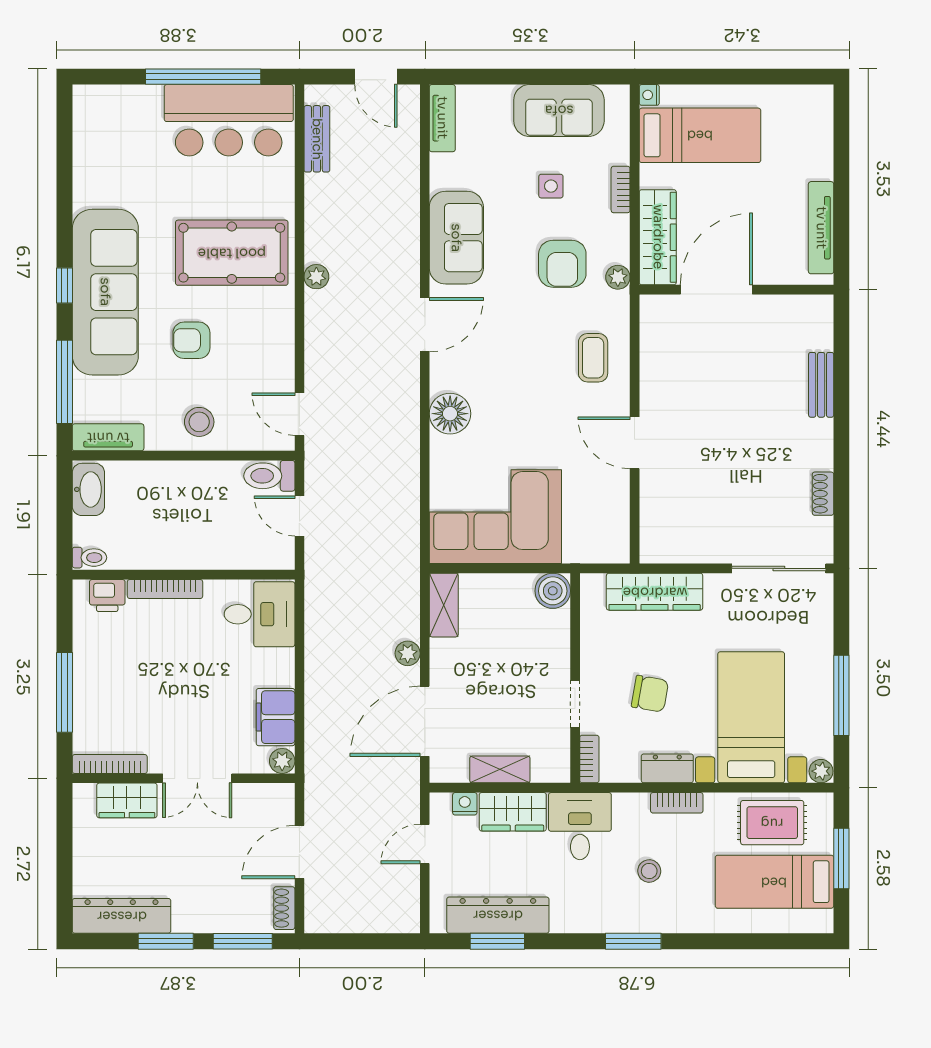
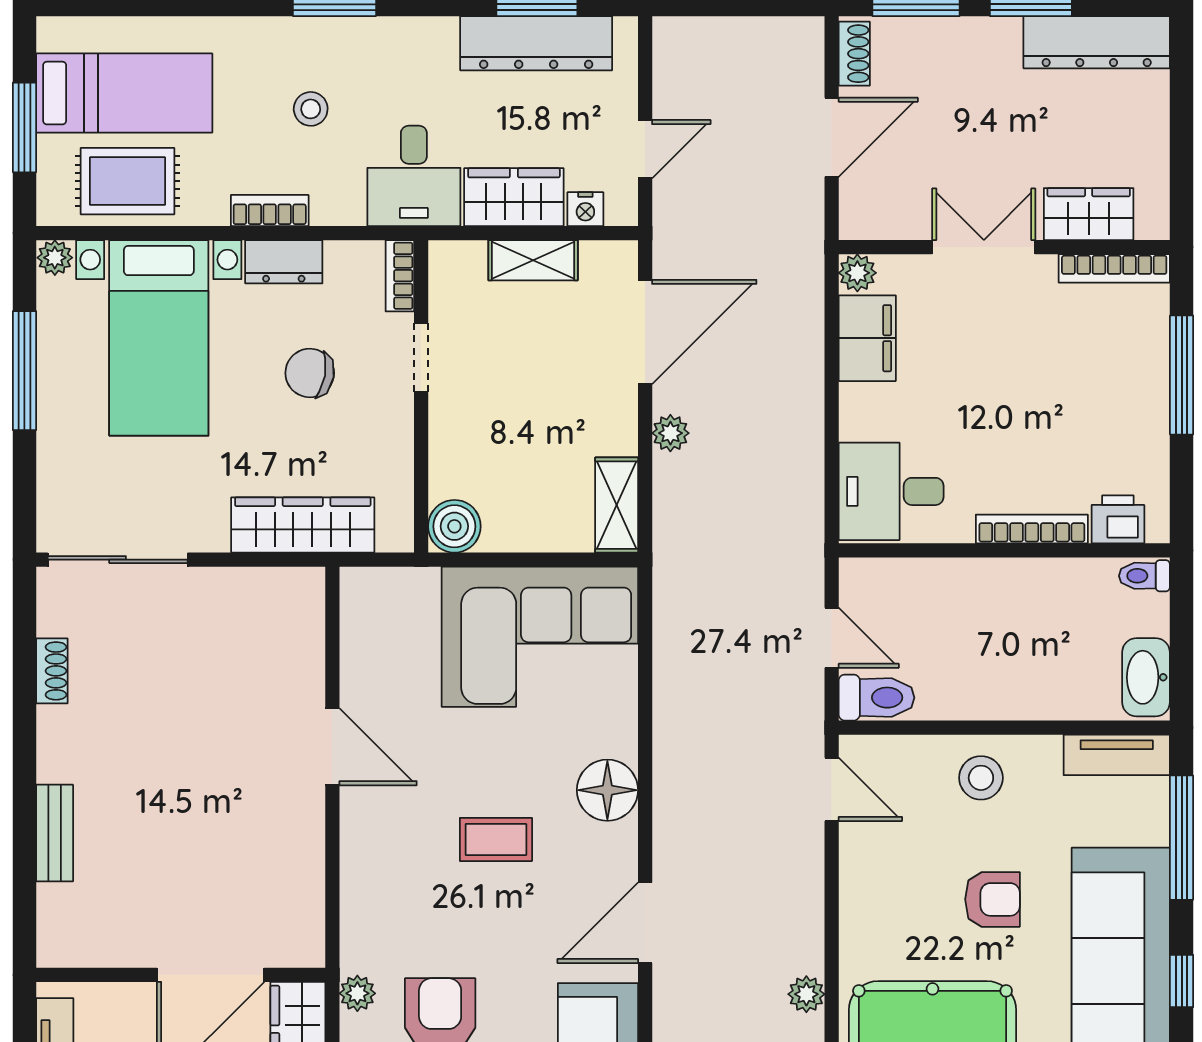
coffee table: (593, 358) -> (496, 839), moved, turned 90

